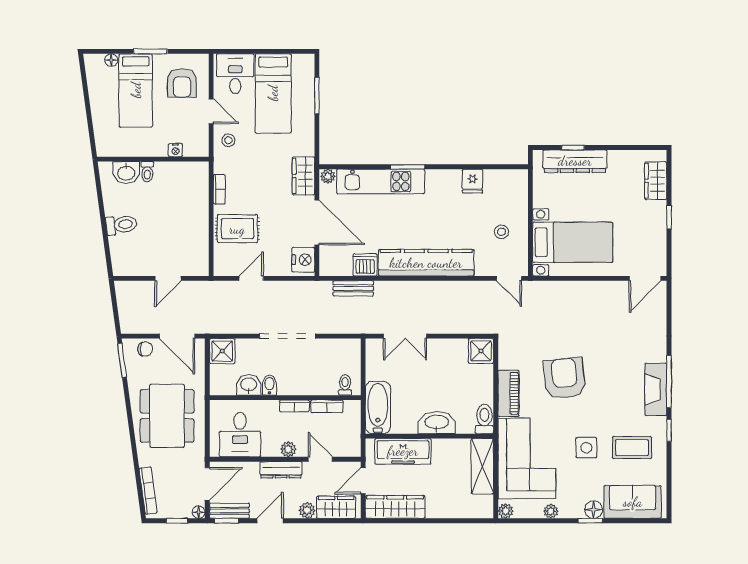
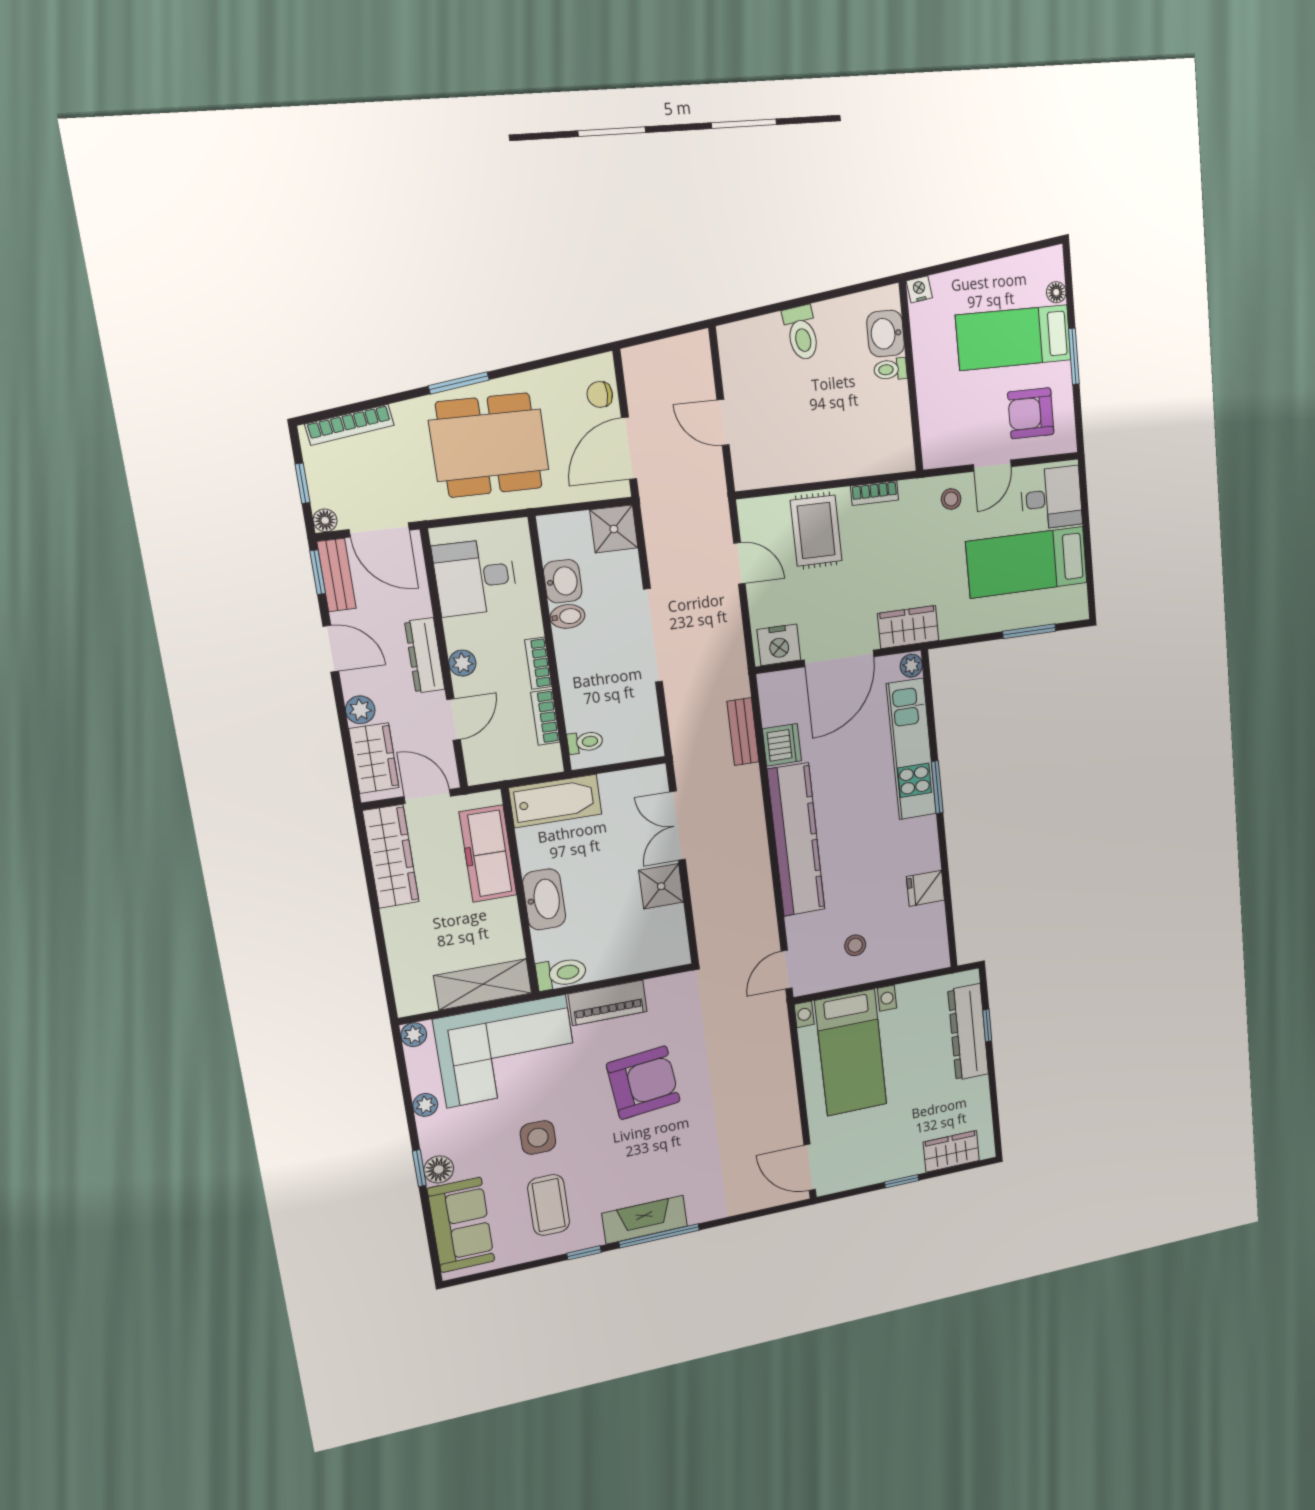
nightstand: (175, 150) -> (919, 289), moved, turned 82
chair: (145, 349) -> (600, 394), turned 90
shower: (481, 351) -> (661, 886), moved
window: (122, 360) -> (459, 383), moved

